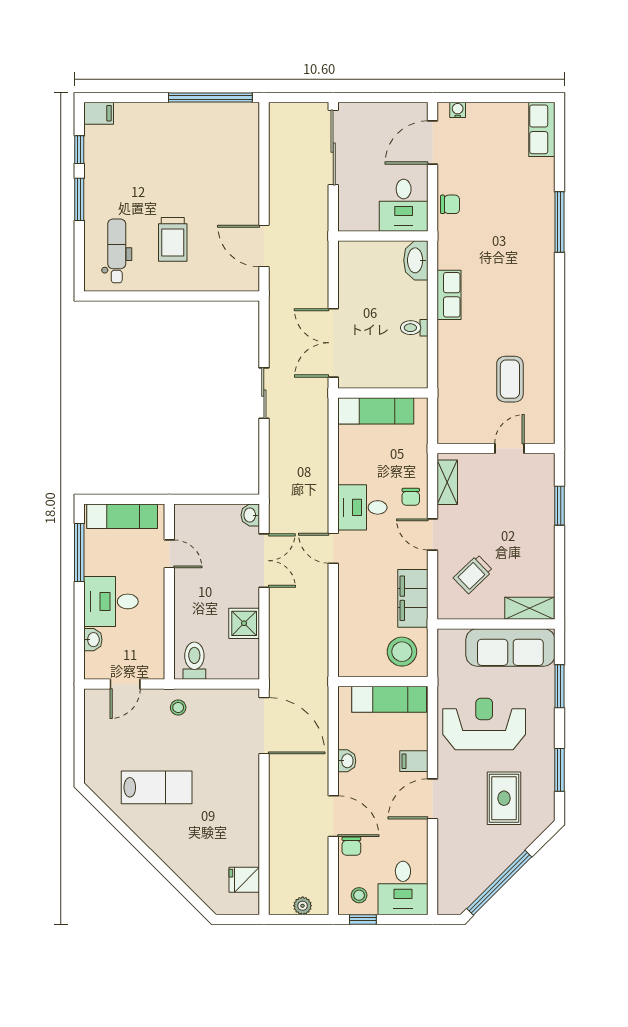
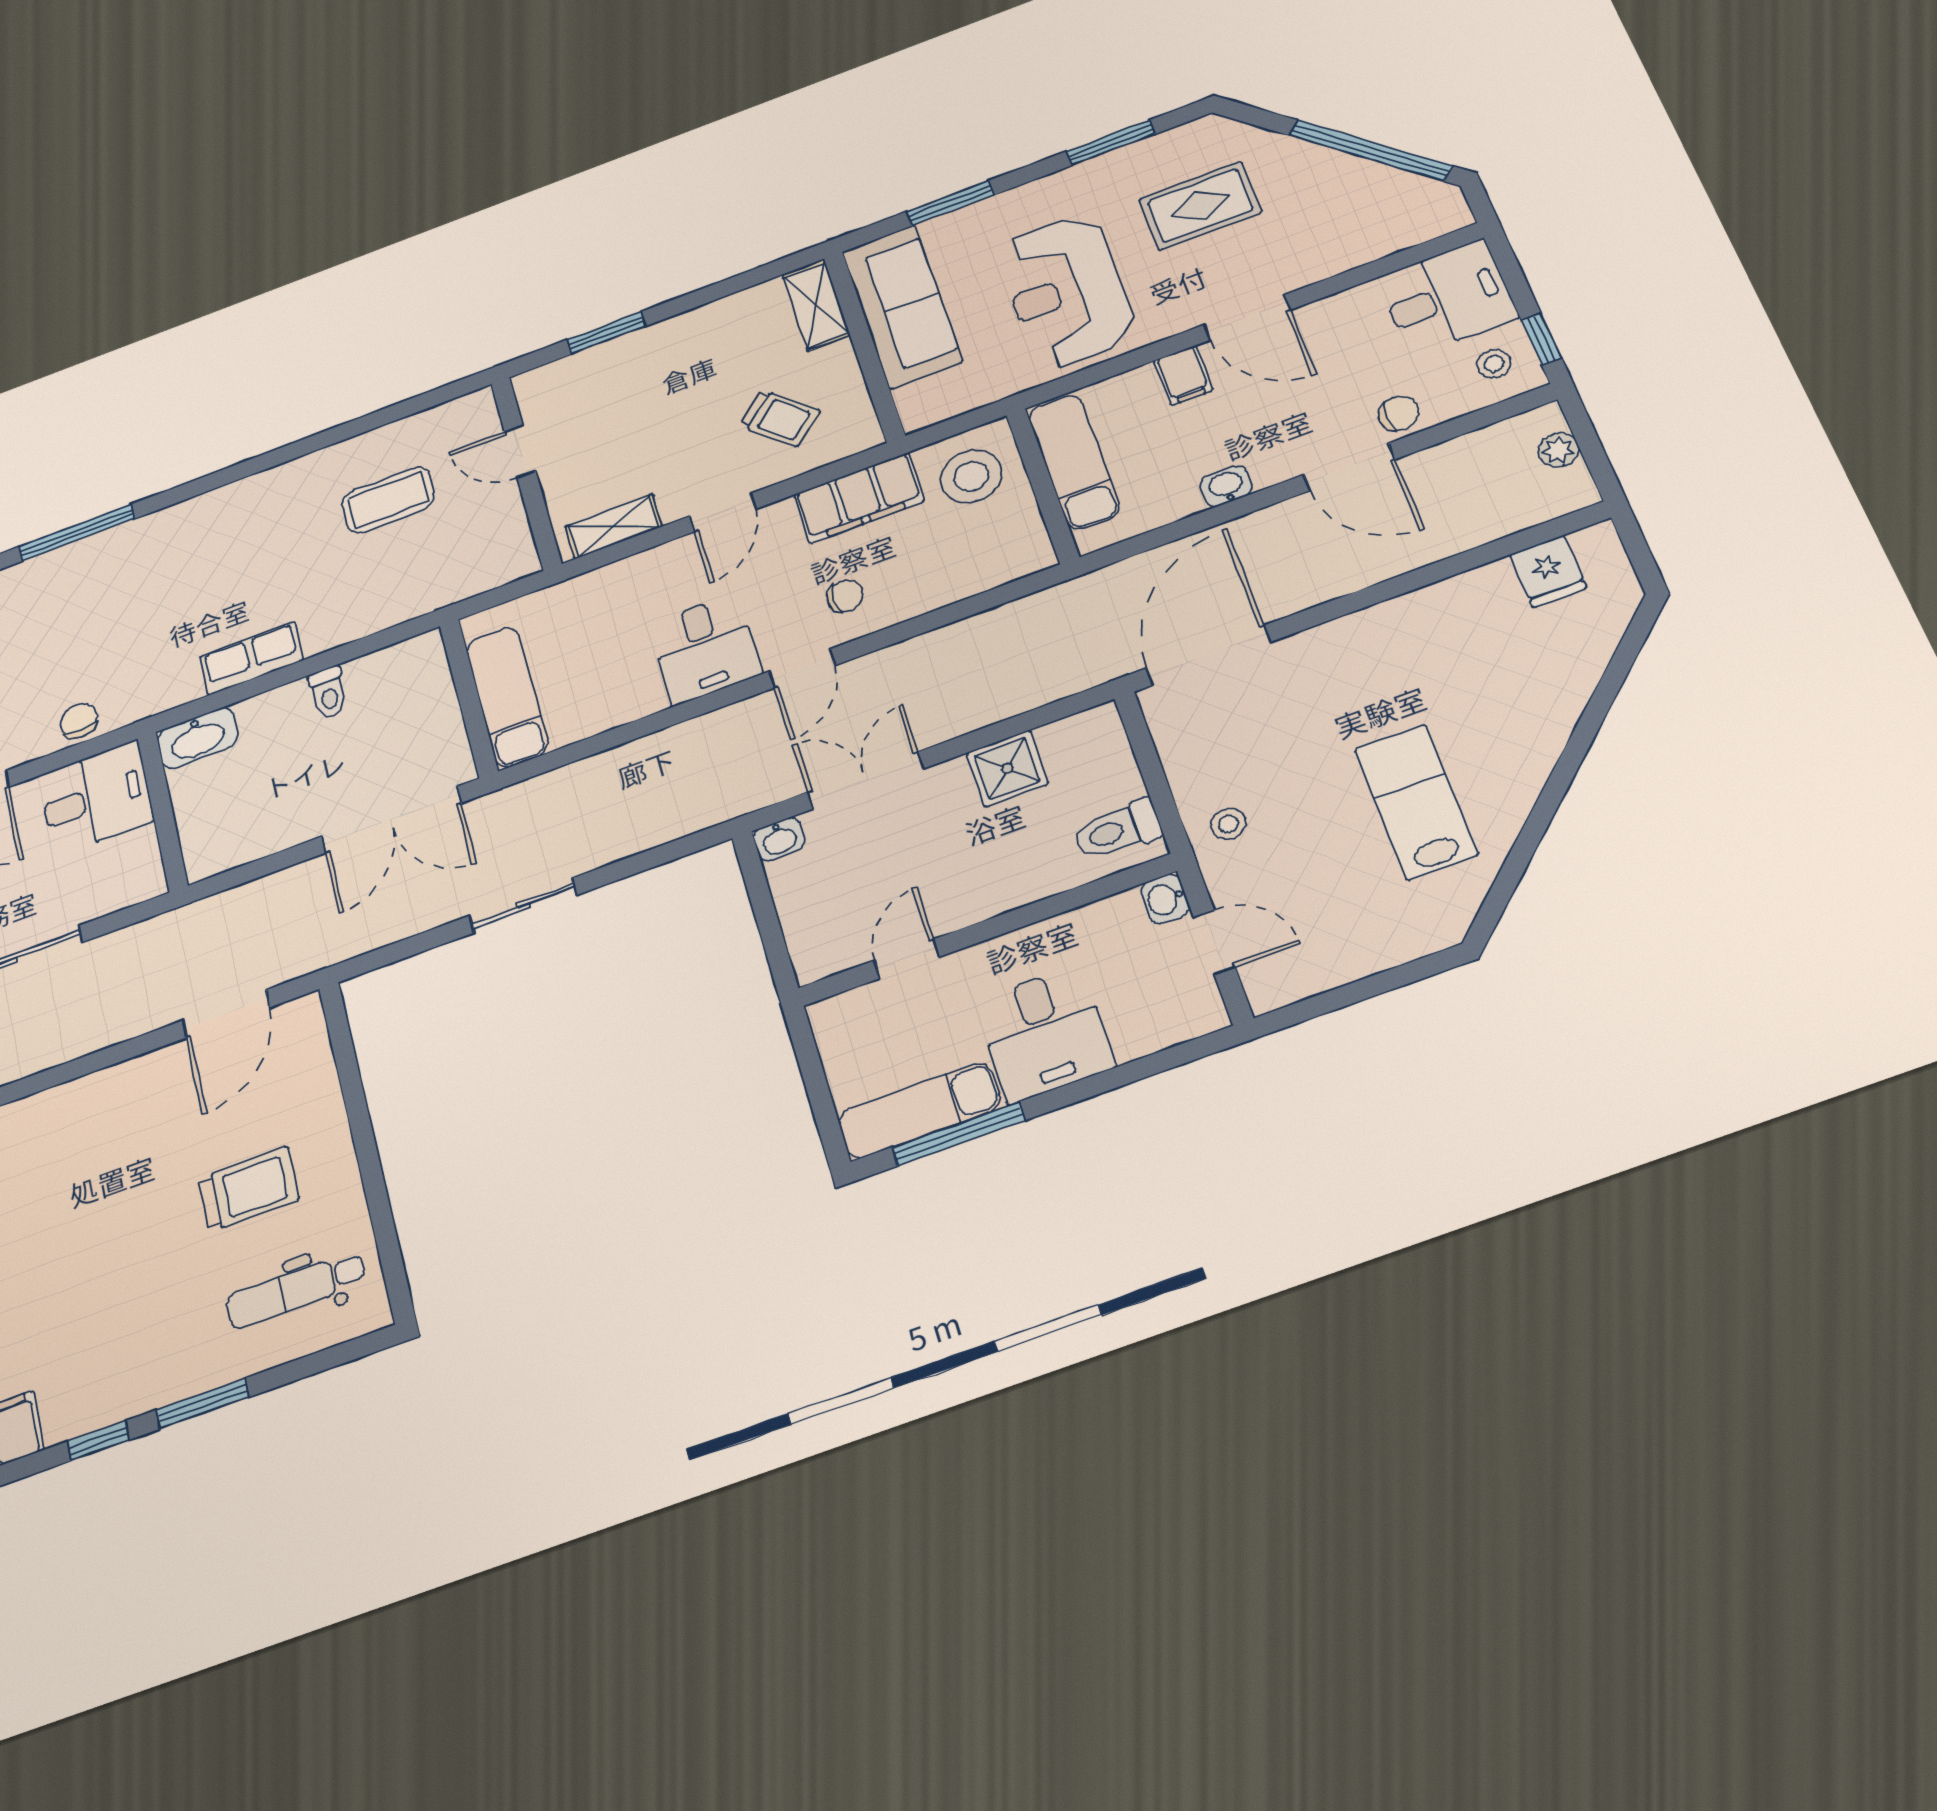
chair: (411, 497) -> (845, 596), moved
exam couch: (122, 516) -> (919, 1110), moved, turned -90
washbasin: (93, 640) -> (1165, 899), moved, turned -90
door: (333, 816) -> (1349, 467), swing flipped

